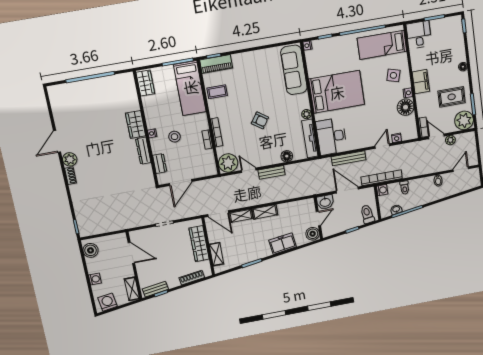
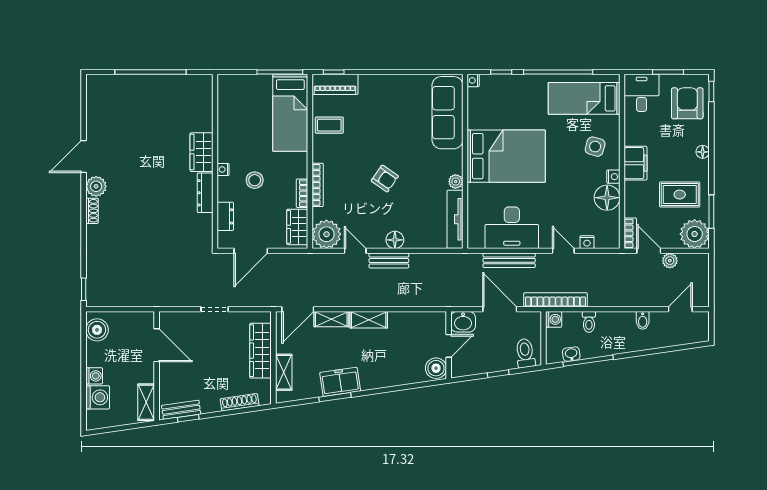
armchair: (449, 36) -> (687, 103), added
wardrobe: (145, 83) -> (297, 227), moved, turned 180
desk: (331, 136) -> (512, 228), moved, turned -90
door: (382, 146) -> (563, 251), hinge flipped
floor lamp: (287, 156) -> (395, 240), moved
door: (218, 214) -> (298, 309), hinge flipped
freezer: (283, 244) -> (340, 382), moved
washing machine: (108, 302) -> (98, 397), moved, turned 98

